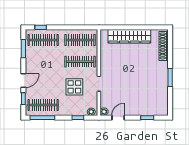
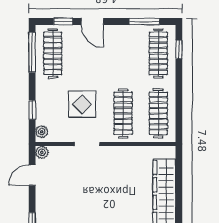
door: (118, 118) -> (32, 175), swing flipped

